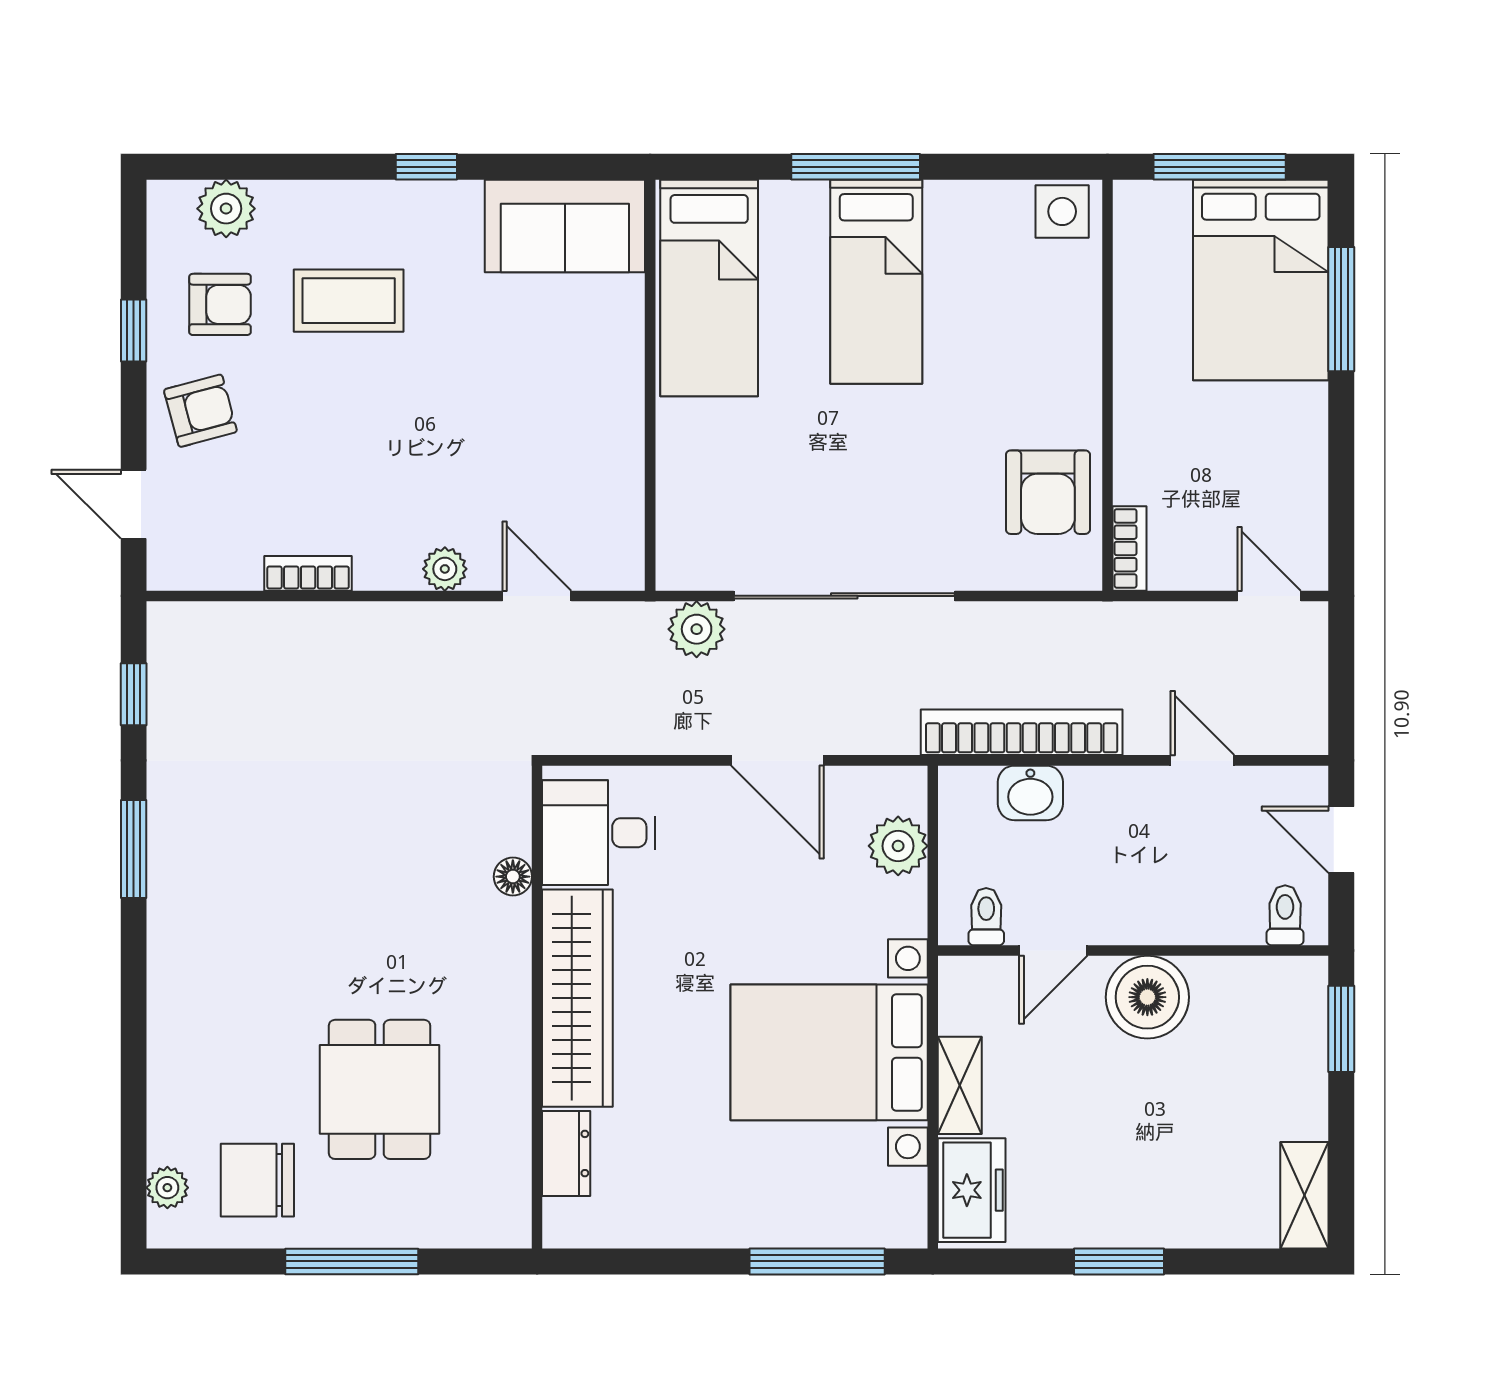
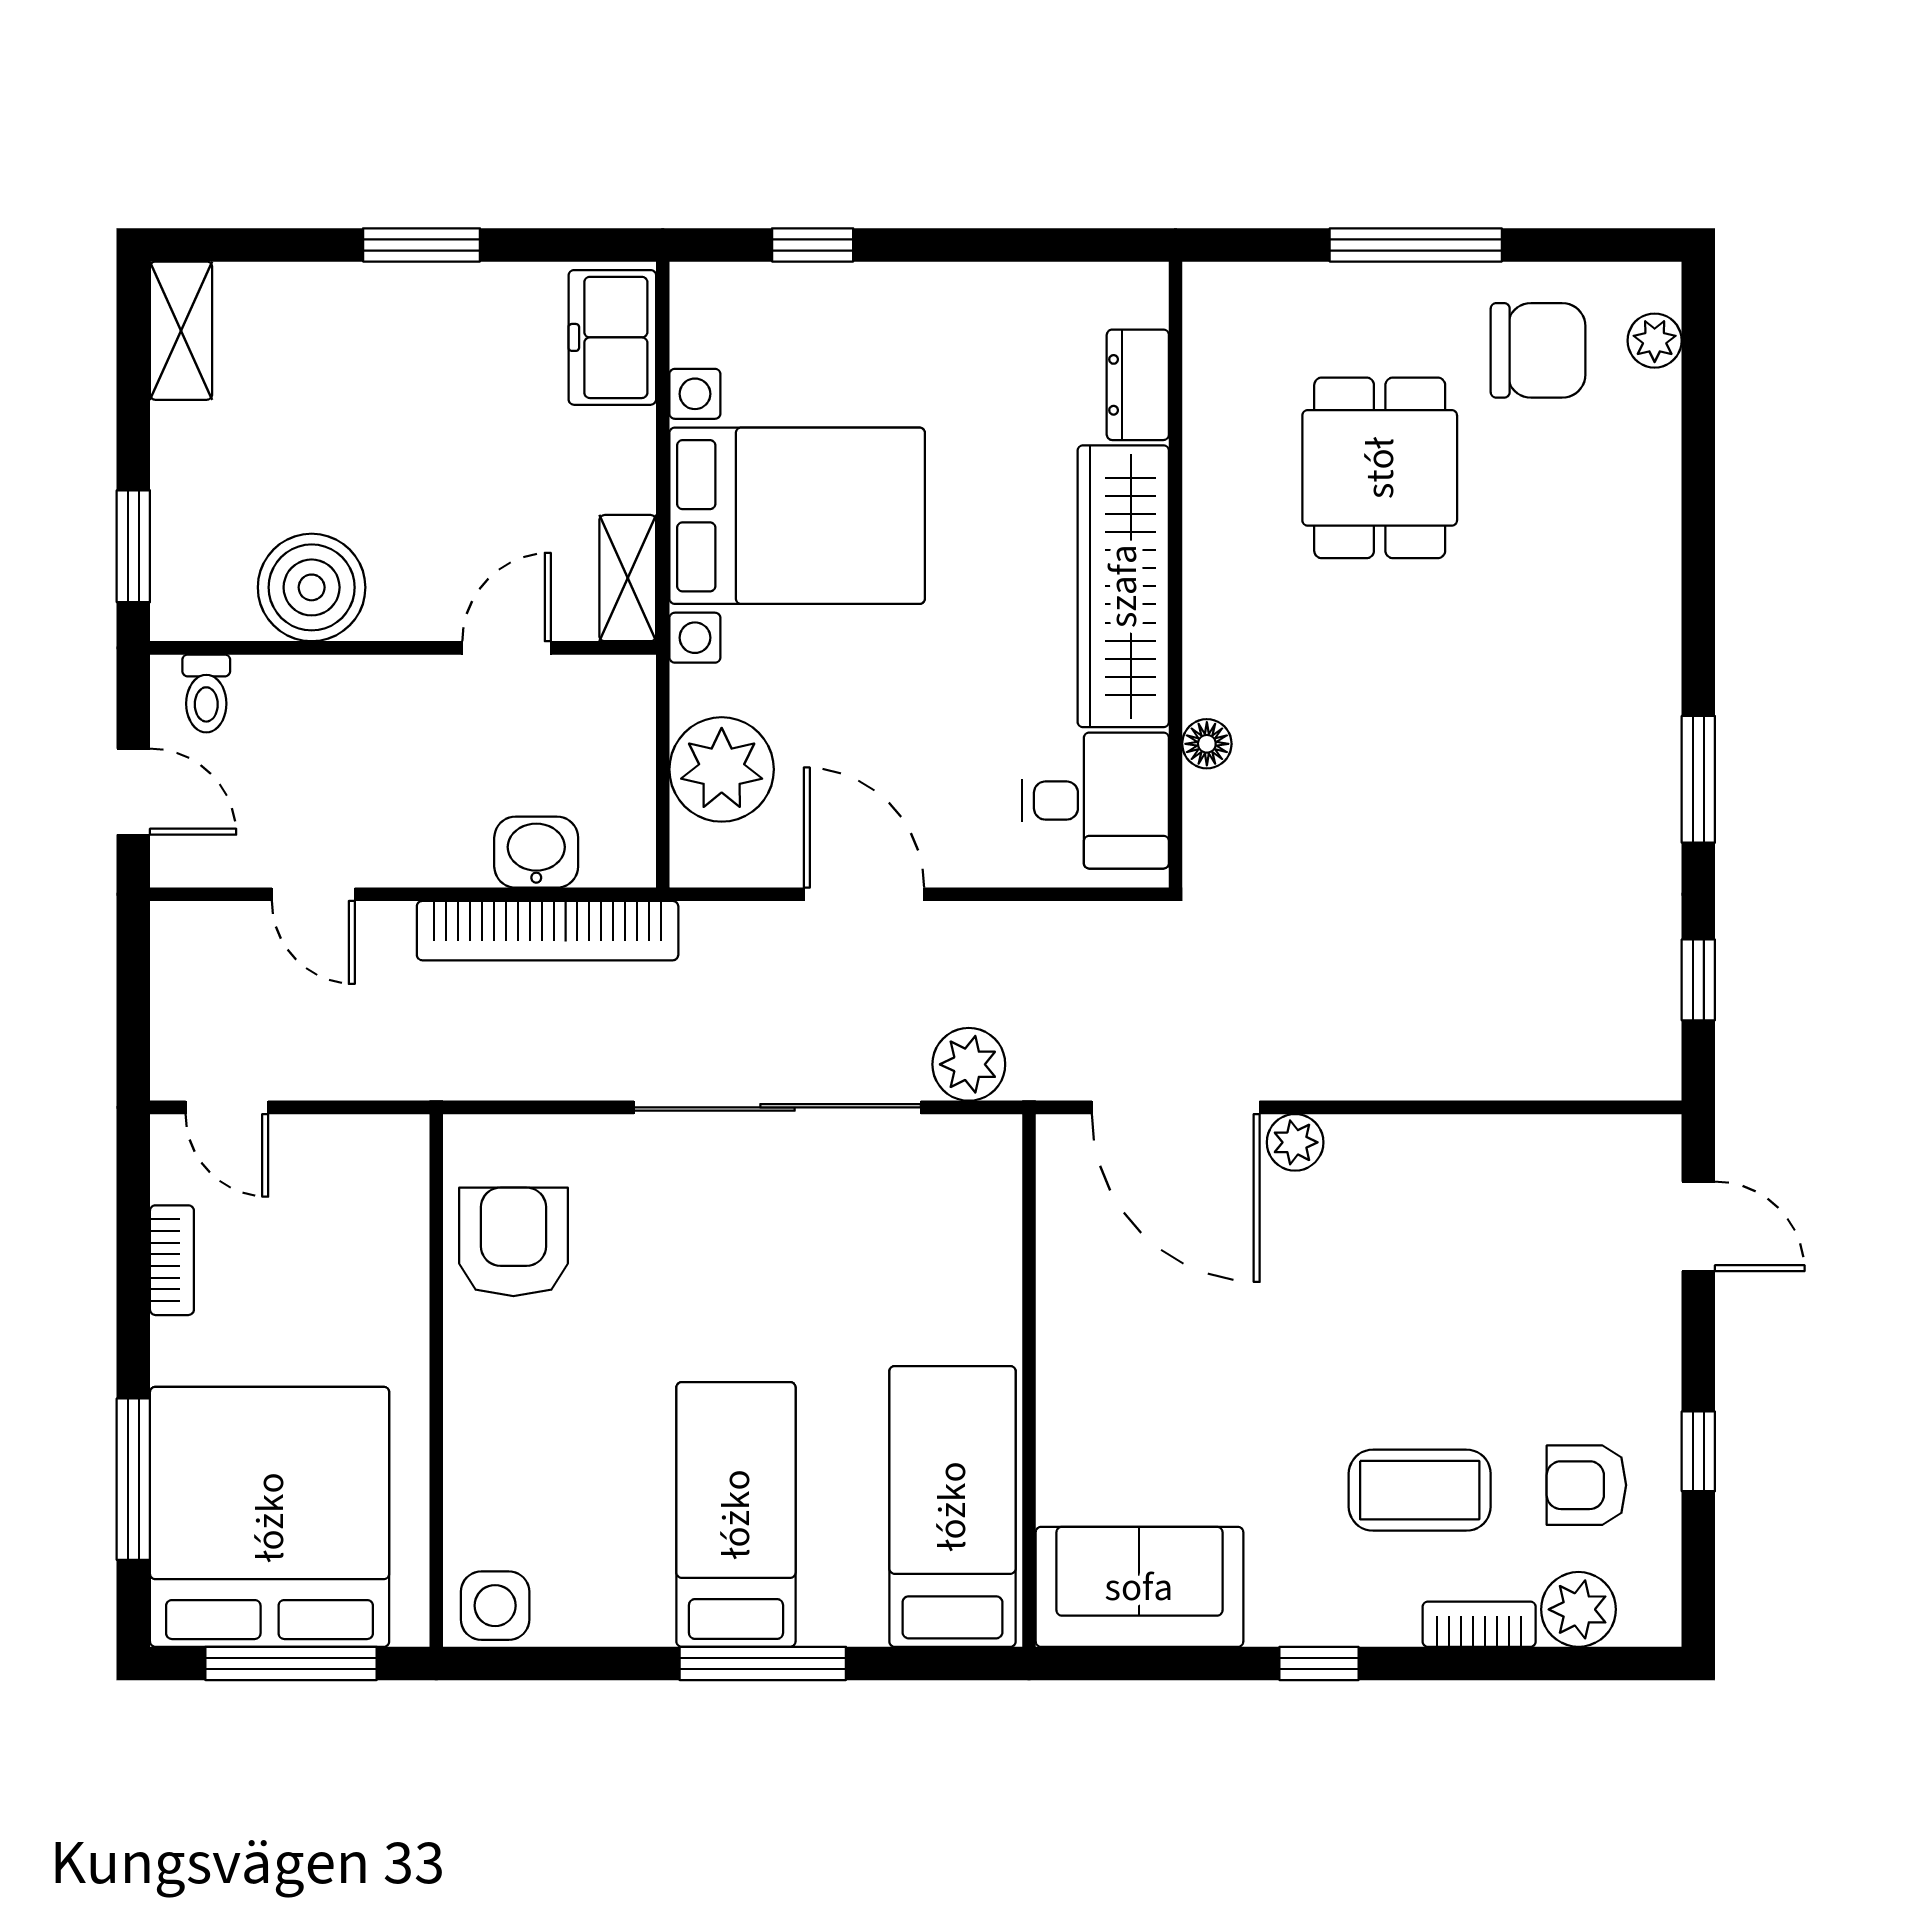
bed: (1261, 280) -> (270, 1517), width x1.36
armchair: (200, 411) -> (1612, 1347), removed
bookcase: (1130, 548) -> (172, 1260), moved, turned 180
bookcase: (308, 573) -> (1479, 1624), moved, turned 180
door: (537, 596) -> (1176, 1107), width x1.88
plant: (898, 846) -> (722, 769), width x1.36, depth x1.36
toilet: (986, 917) -> (593, 692), removed
boiler: (1147, 997) -> (312, 587), moved
shelving: (960, 1085) -> (628, 578), moved
window: (817, 1261) -> (813, 245), width x0.46

